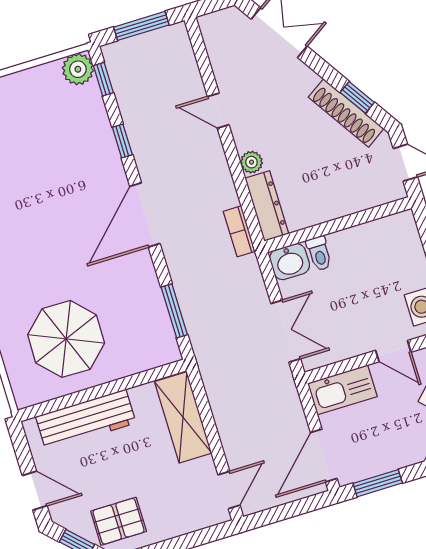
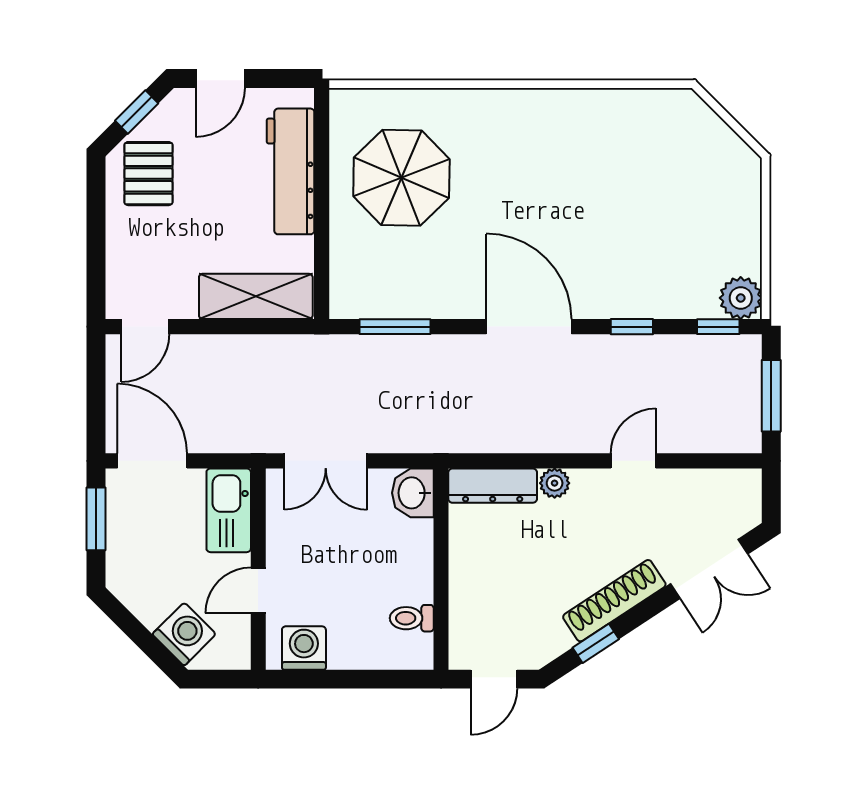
shoe rack: (346, 113) -> (614, 601), moved
bookcase: (239, 231) -> (471, 441), removed
toilet: (319, 253) -> (412, 618), moved
door: (229, 490) -> (145, 327), hinge flipped

